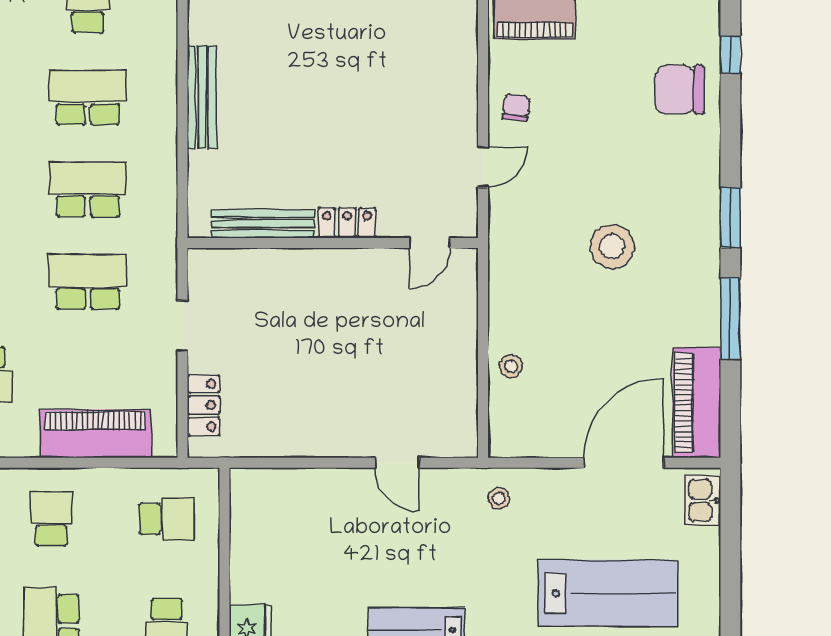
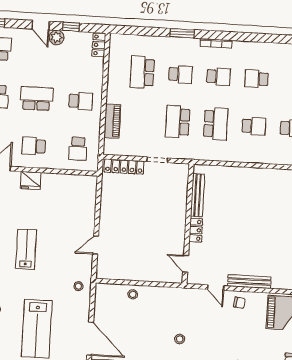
school desk: (88, 97) -> (254, 126), width x0.54
bench: (202, 97) -> (249, 282), moved
stool: (612, 247) -> (180, 339), width x0.53, depth x0.53
school desk: (88, 282) -> (178, 122), turned 180
locker: (204, 405) -> (124, 167), width x1.53
piano: (95, 434) -> (112, 121), width x0.73, depth x0.75

